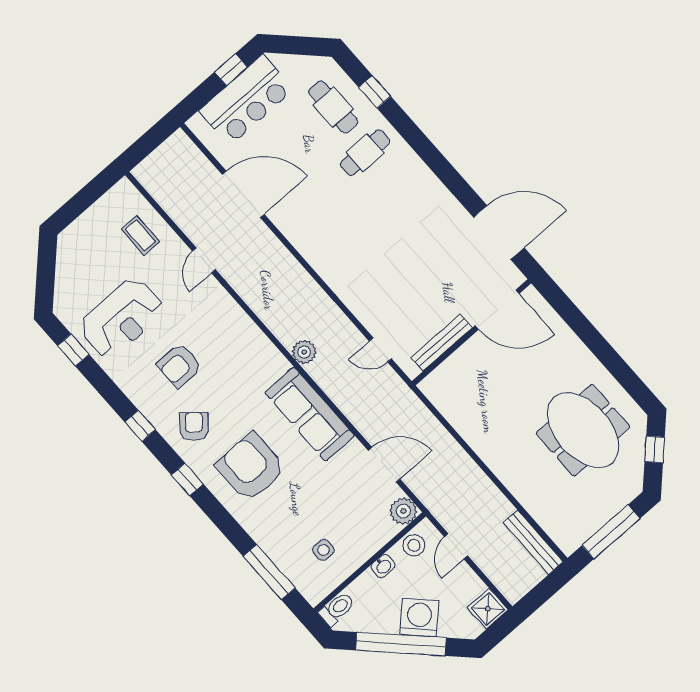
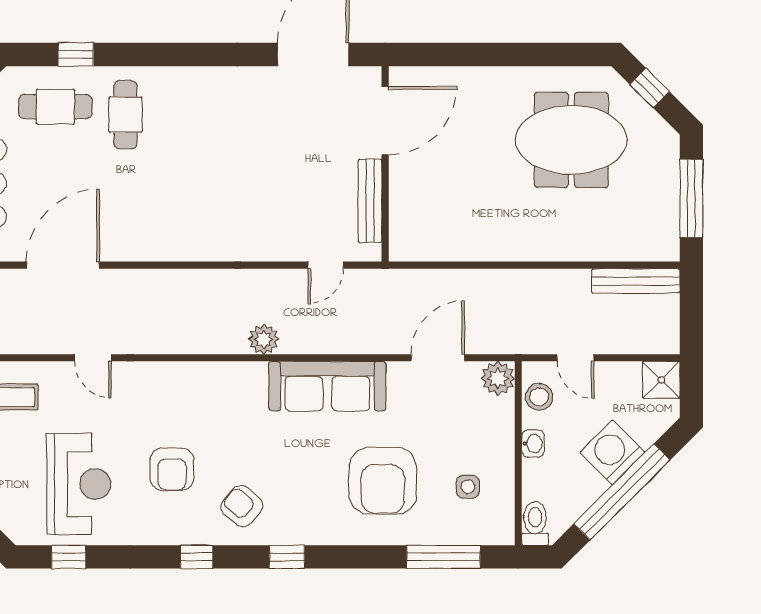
armchair: (251, 467) -> (383, 481), moved, turned -90

